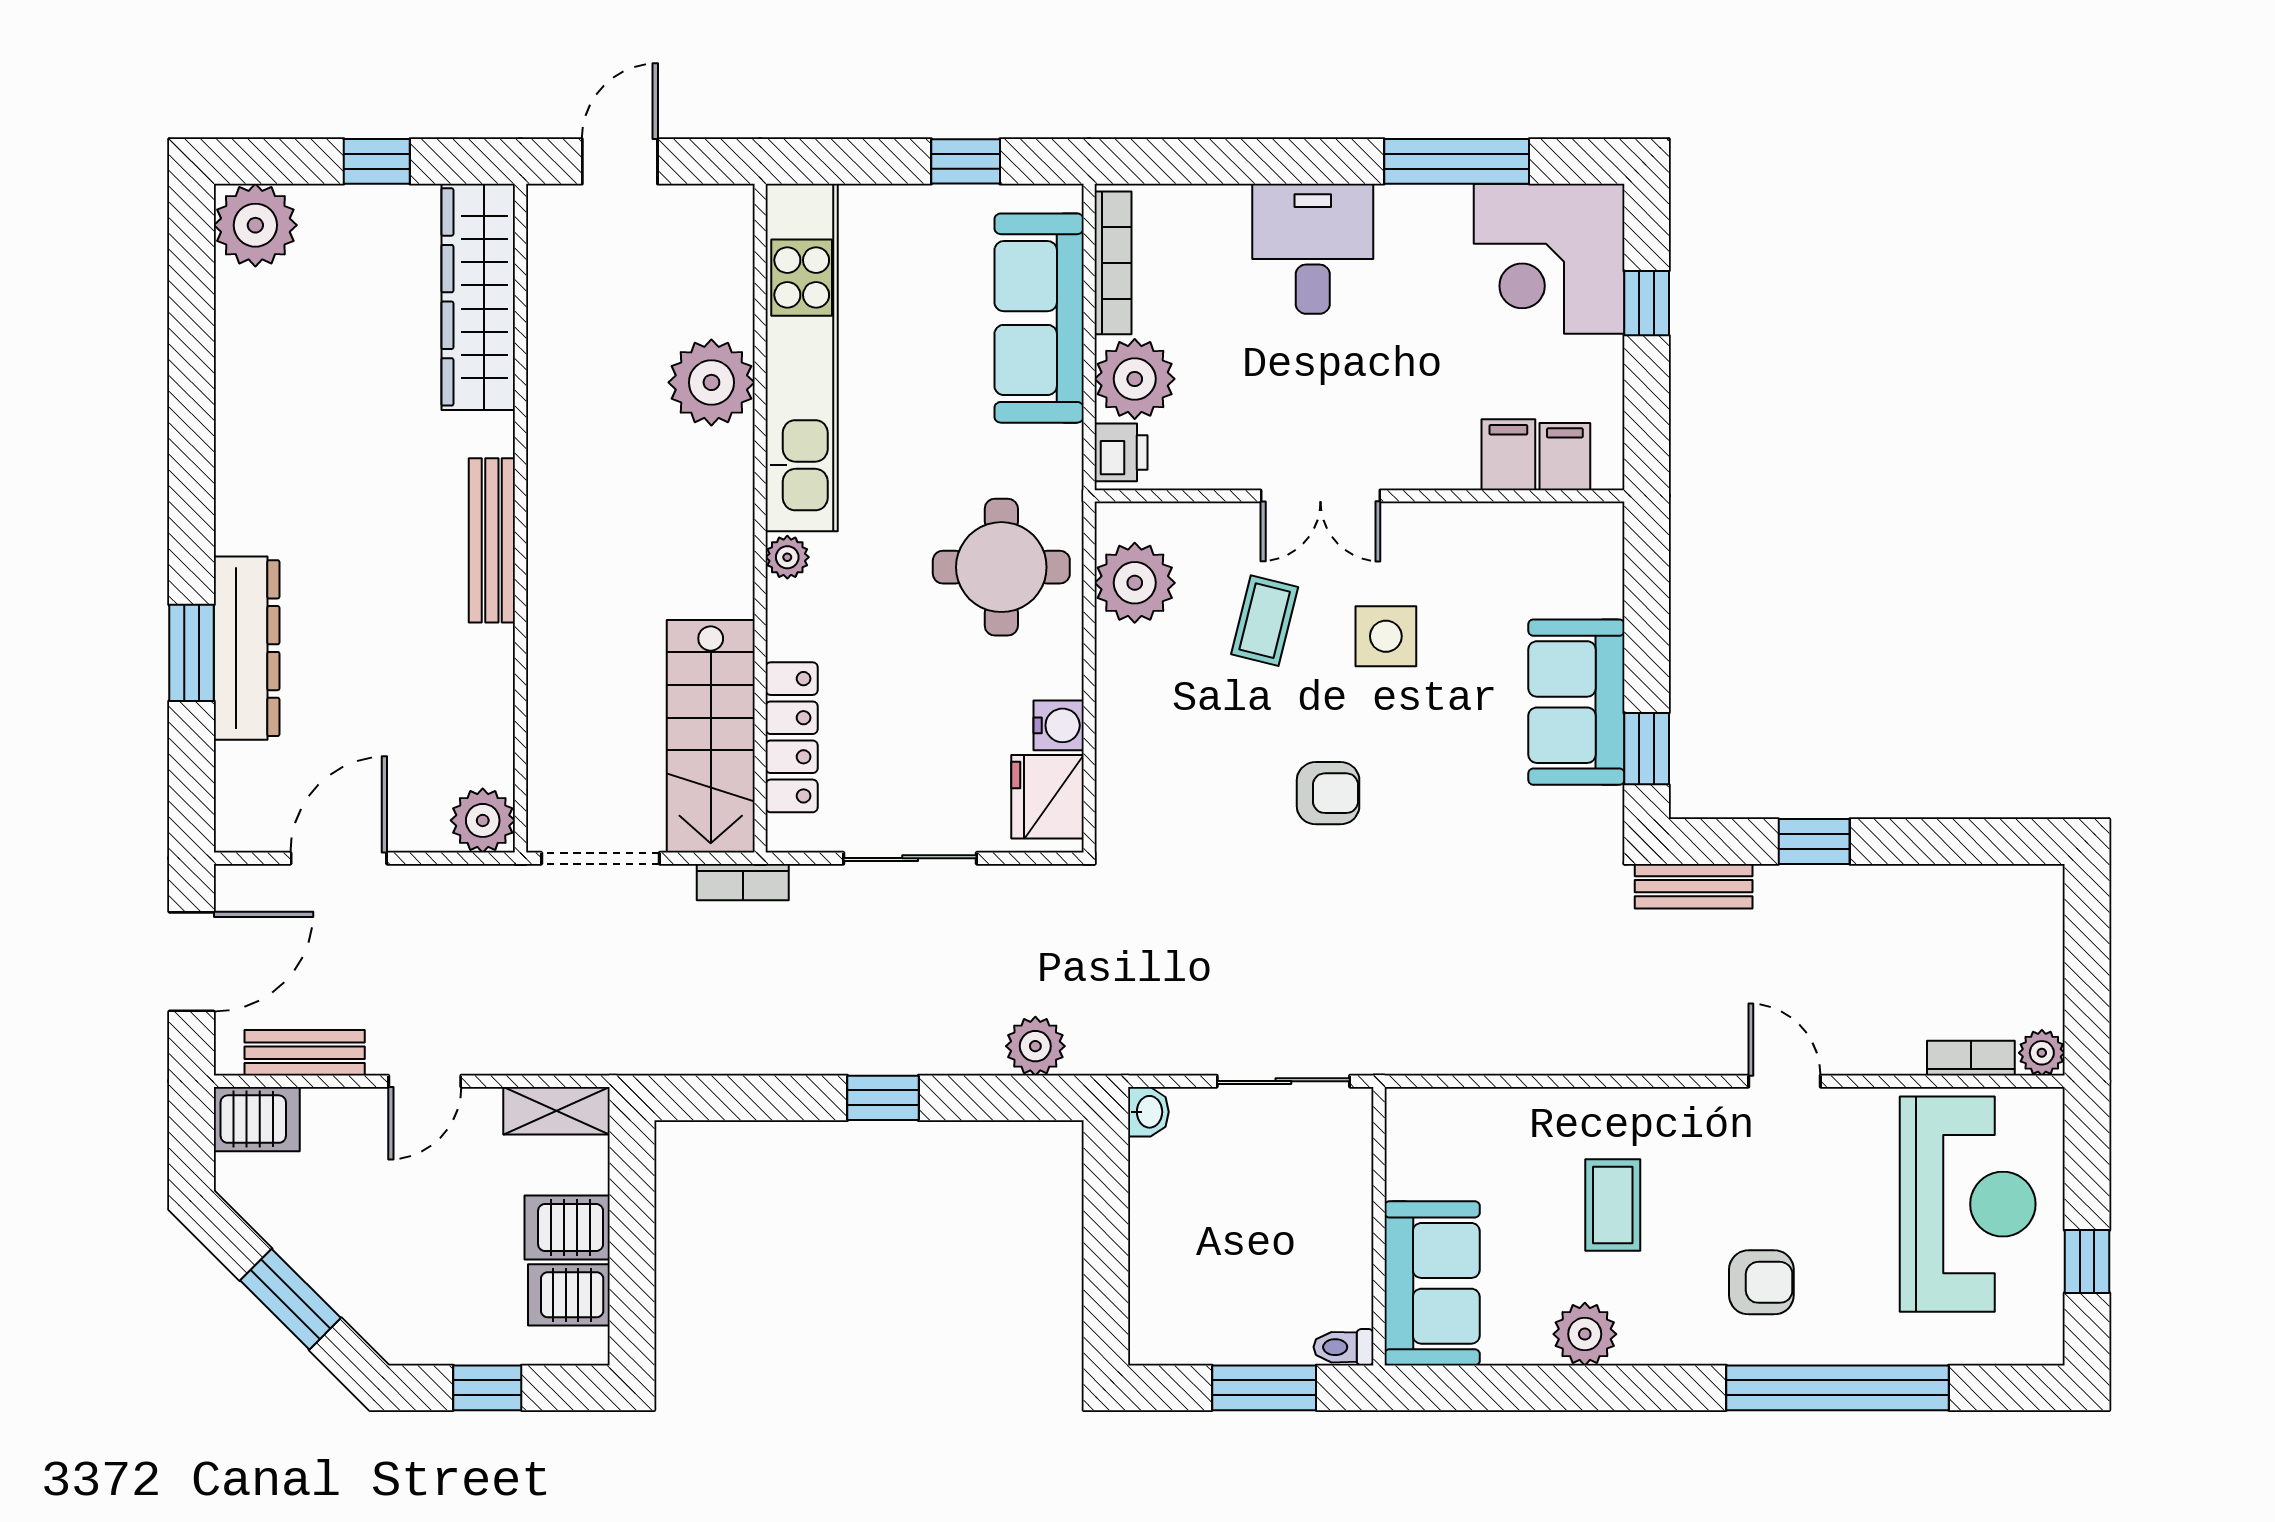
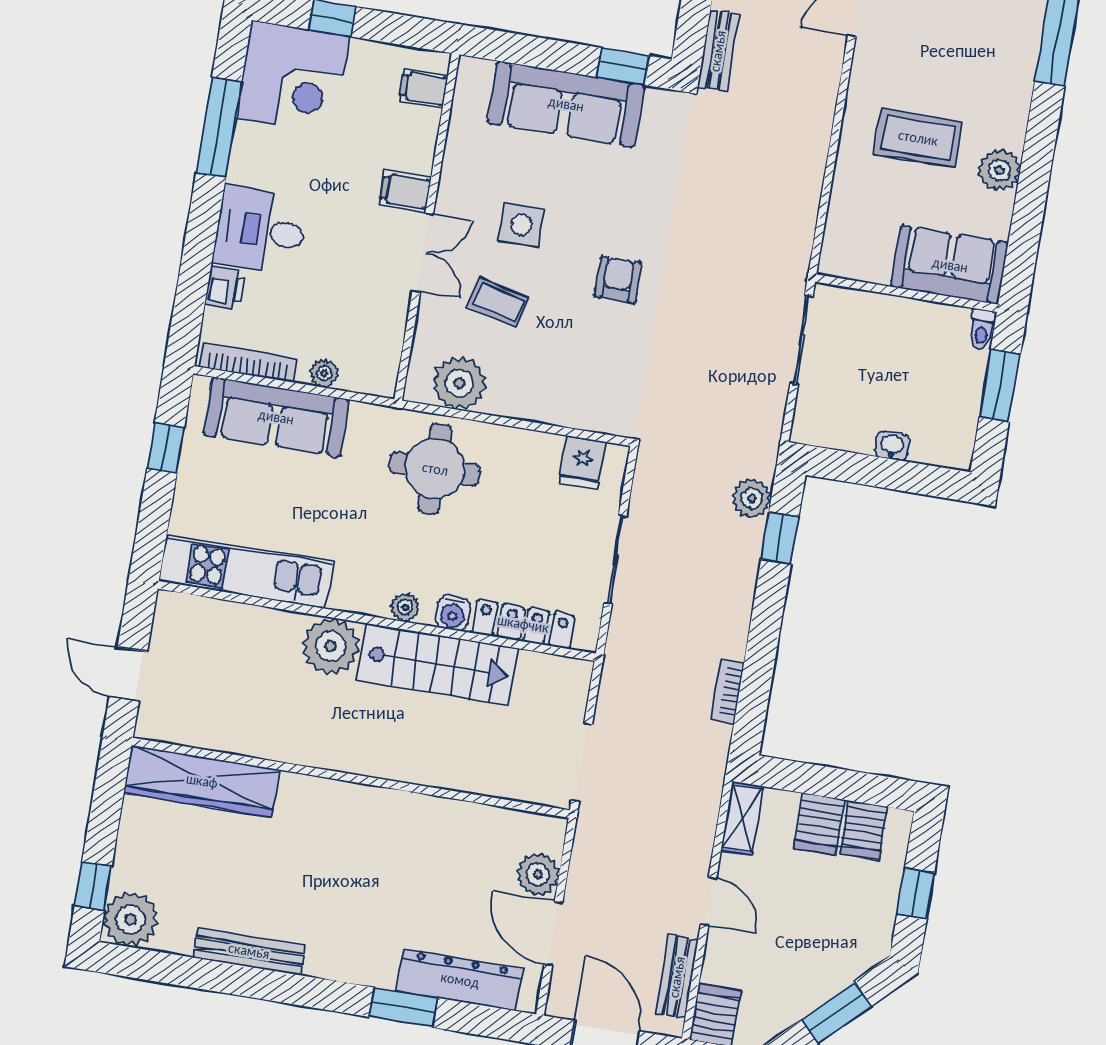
window: (377, 161) -> (93, 886), moved
kitchen unit: (802, 357) -> (246, 572), width x0.73
plant: (1135, 379) -> (324, 373), width x0.53, depth x0.53
plant: (711, 382) -> (331, 646), moved
printer: (1121, 452) -> (225, 288), moved, turned 90
filing cabinet: (1508, 455) -> (405, 191), moved
bench: (492, 540) -> (249, 951), moved
dresser: (247, 648) -> (460, 980), moved
sofa: (1576, 702) -> (566, 104), width x1.36
water cooler: (1059, 725) -> (453, 613), moved, turned 180
stairs: (711, 736) -> (438, 664), moved
fridge: (1047, 797) -> (582, 462), width x0.72
plant: (483, 820) -> (538, 874), moved
bookcase: (743, 882) -> (727, 692), moved, turned 180
window: (883, 1098) -> (780, 538), moved
washbasin: (1148, 1112) -> (892, 446), moved
coffee table: (1613, 1205) -> (918, 138), width x1.36, depth x1.30
armchair: (1761, 1282) -> (985, 49), removed

